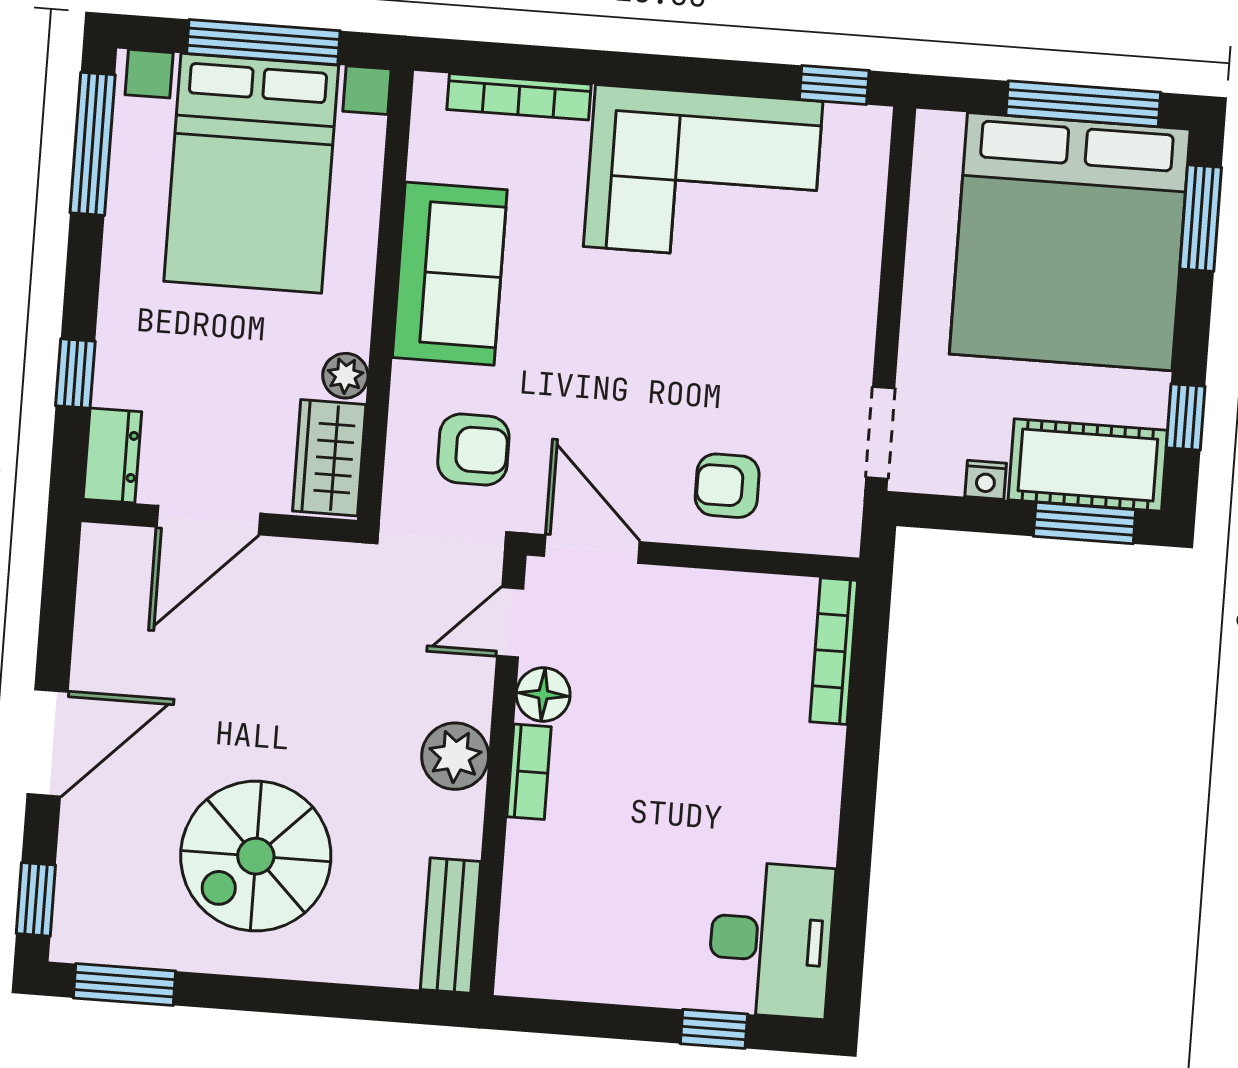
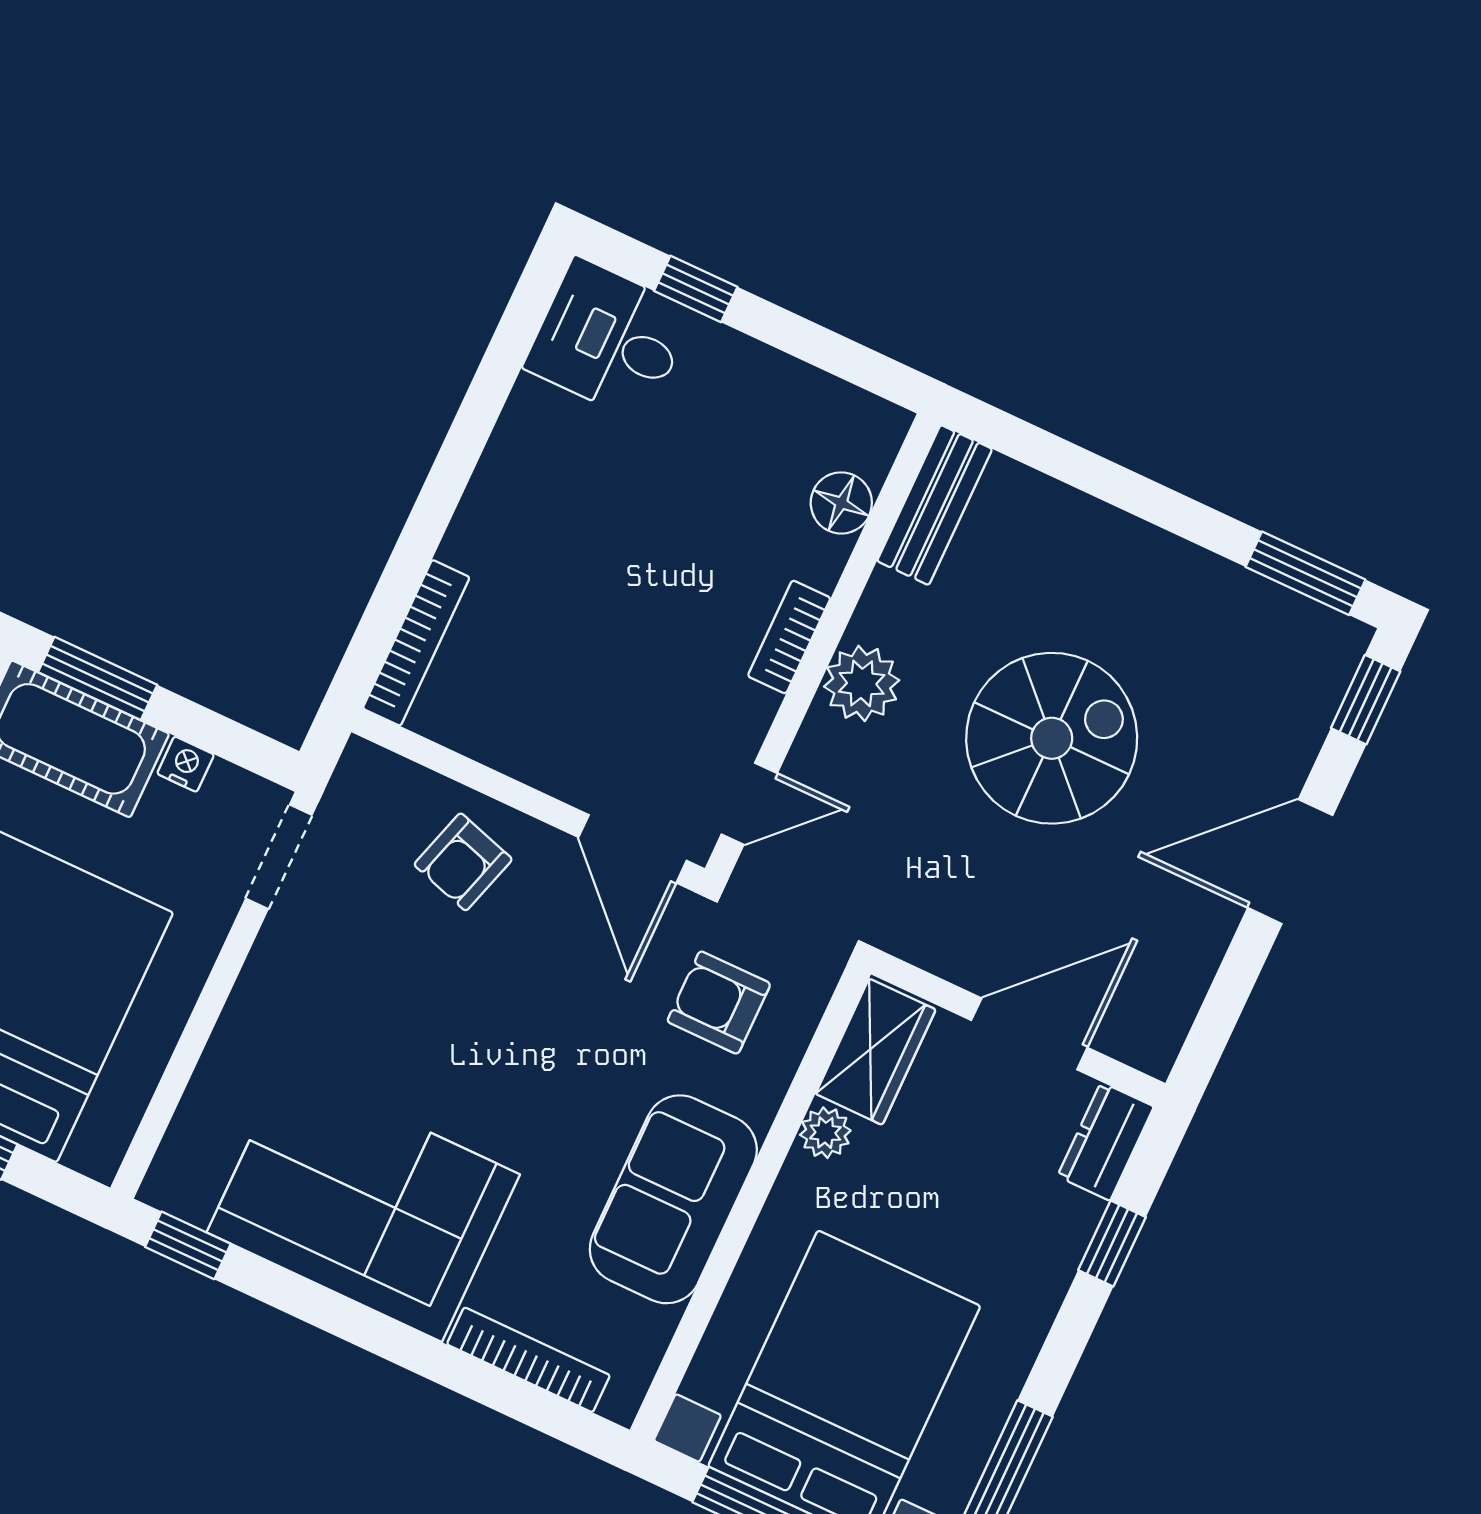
armchair: (727, 486) -> (463, 862), turned 107
floor lamp: (543, 694) -> (841, 503), moved
spiral stairs: (256, 856) -> (1052, 738), moved
desk: (771, 940) -> (609, 340), width x0.73

